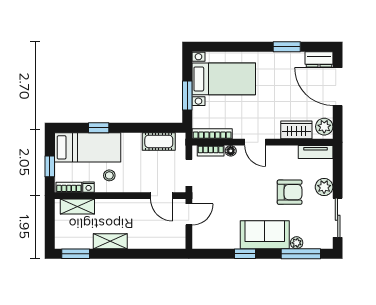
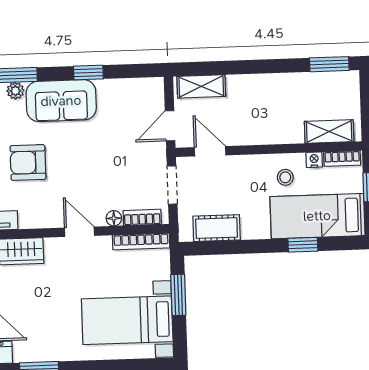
shelving: (110, 241) -> (201, 86), moved

